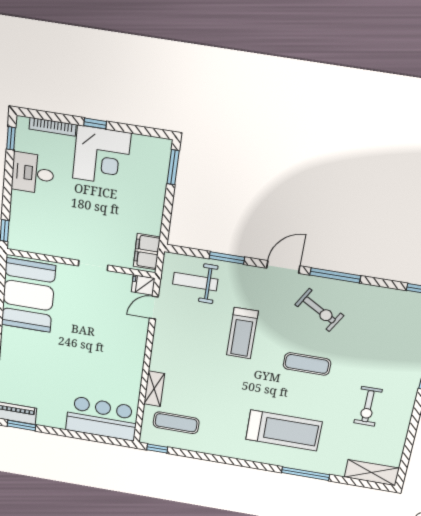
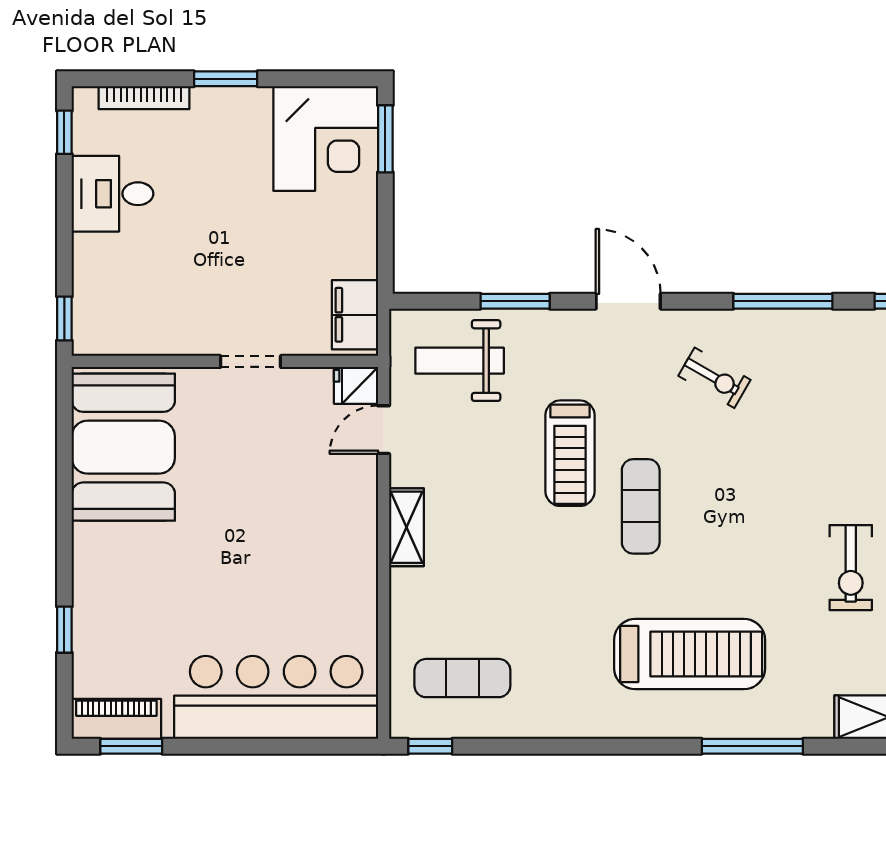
window: (95, 123) -> (226, 79), width x1.50
corner desk: (102, 156) -> (326, 138), moved
door: (283, 267) -> (628, 301), hinge flipped
window: (335, 275) -> (783, 301), moved
exercise bike: (319, 310) -> (714, 378), width x0.73, depth x0.72
exercise mat: (307, 364) -> (641, 506), moved, turned 90
shelving: (154, 389) -> (407, 527), moved
bar counter: (102, 418) -> (276, 697), width x1.36

